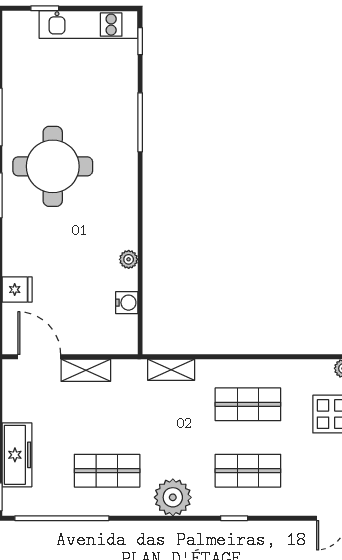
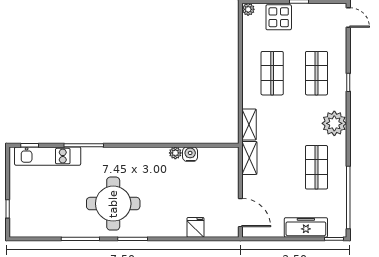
kitchen unit: (88, 25) -> (48, 156), moved, turned 90
water cooler: (127, 303) -> (190, 154), moved
door: (39, 357) -> (240, 213), swing flipped
shelving: (86, 370) -> (249, 158), moved

